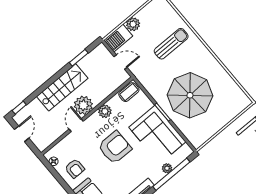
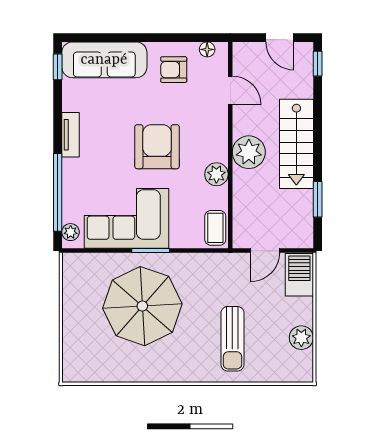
plant: (133, 24) -> (301, 338), moved
door: (76, 125) -> (230, 90), moved
armchair: (115, 147) -> (157, 147), turned 180
plant: (167, 168) -> (71, 232), moved

